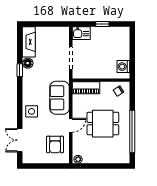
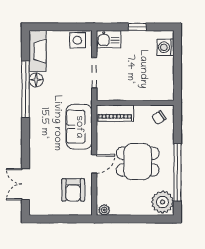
washing machine: (123, 67) -> (165, 47), moved
window: (20, 70) -> (25, 89), width x3.17
side table: (32, 111) -> (77, 40), moved
plant: (121, 153) -> (163, 202), added

